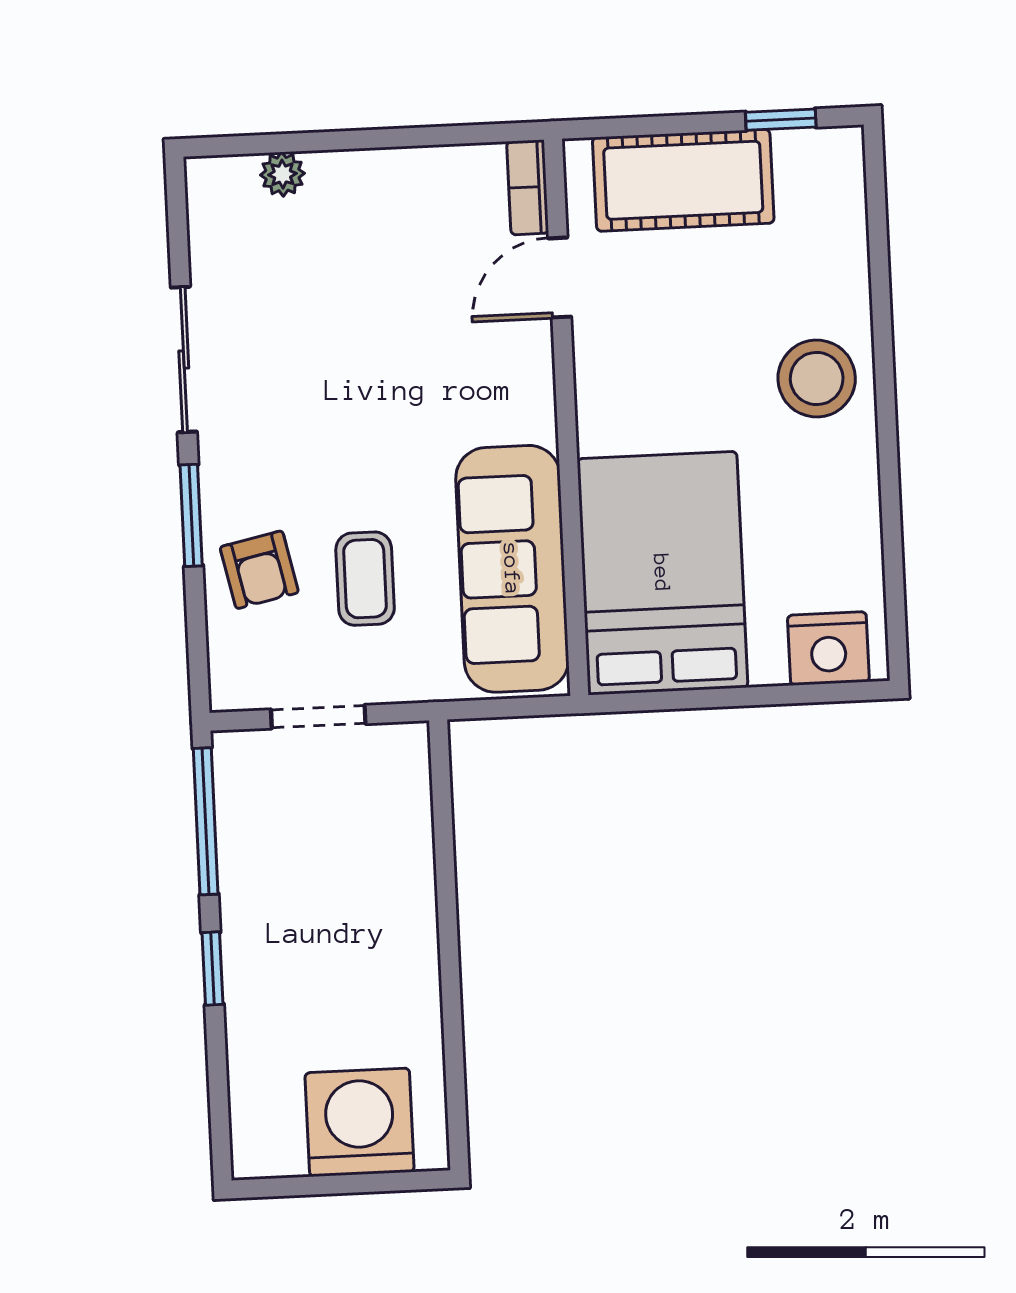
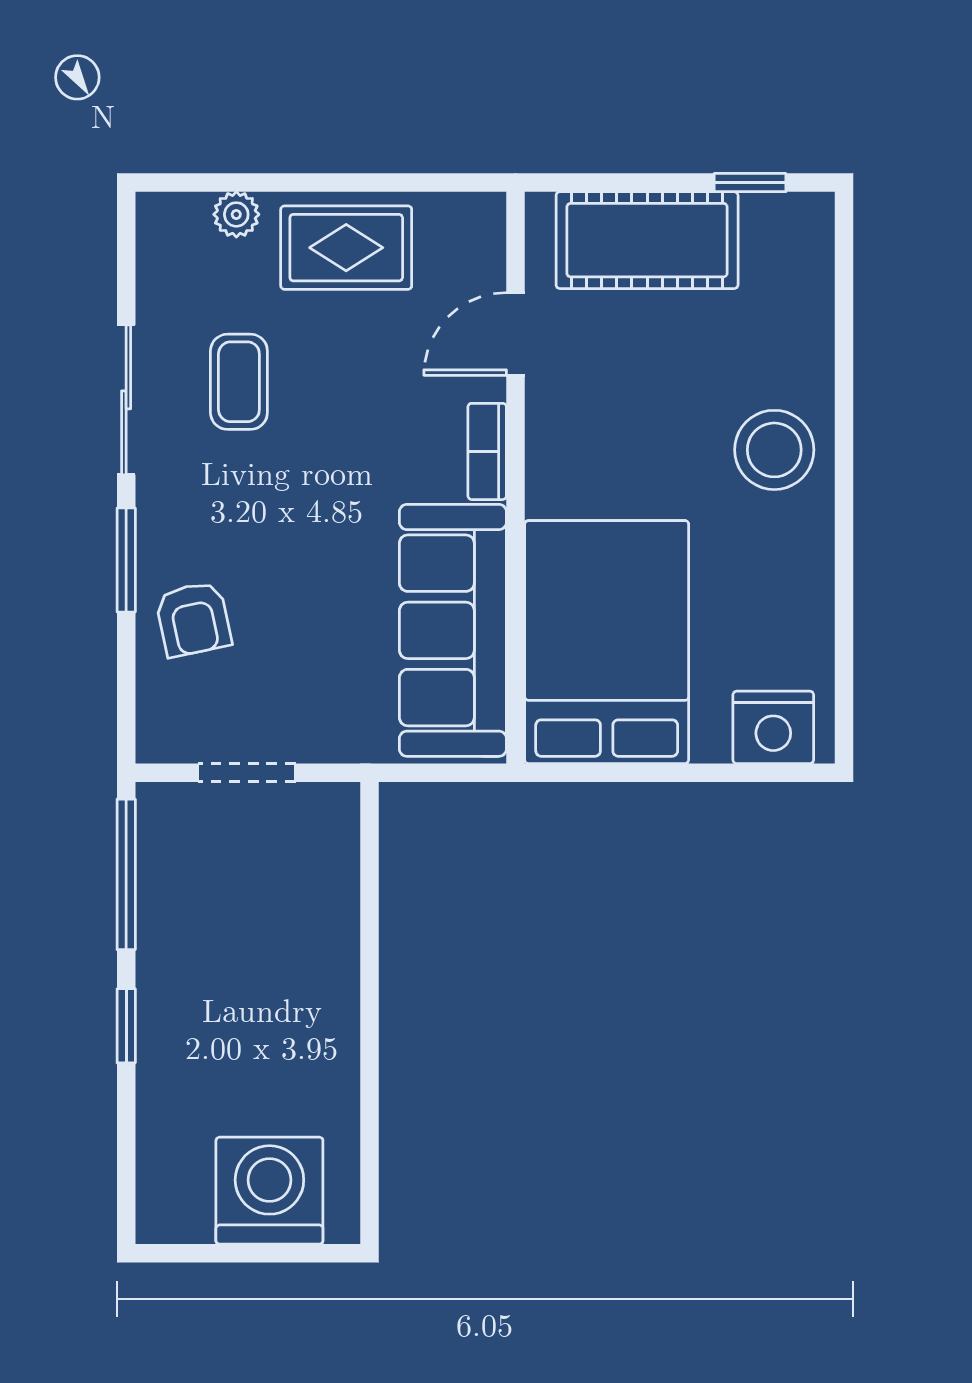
bookcase: (528, 187) -> (487, 451), moved
rug: (391, 201) -> (346, 248), added
coffee table: (365, 579) -> (239, 382), moved

